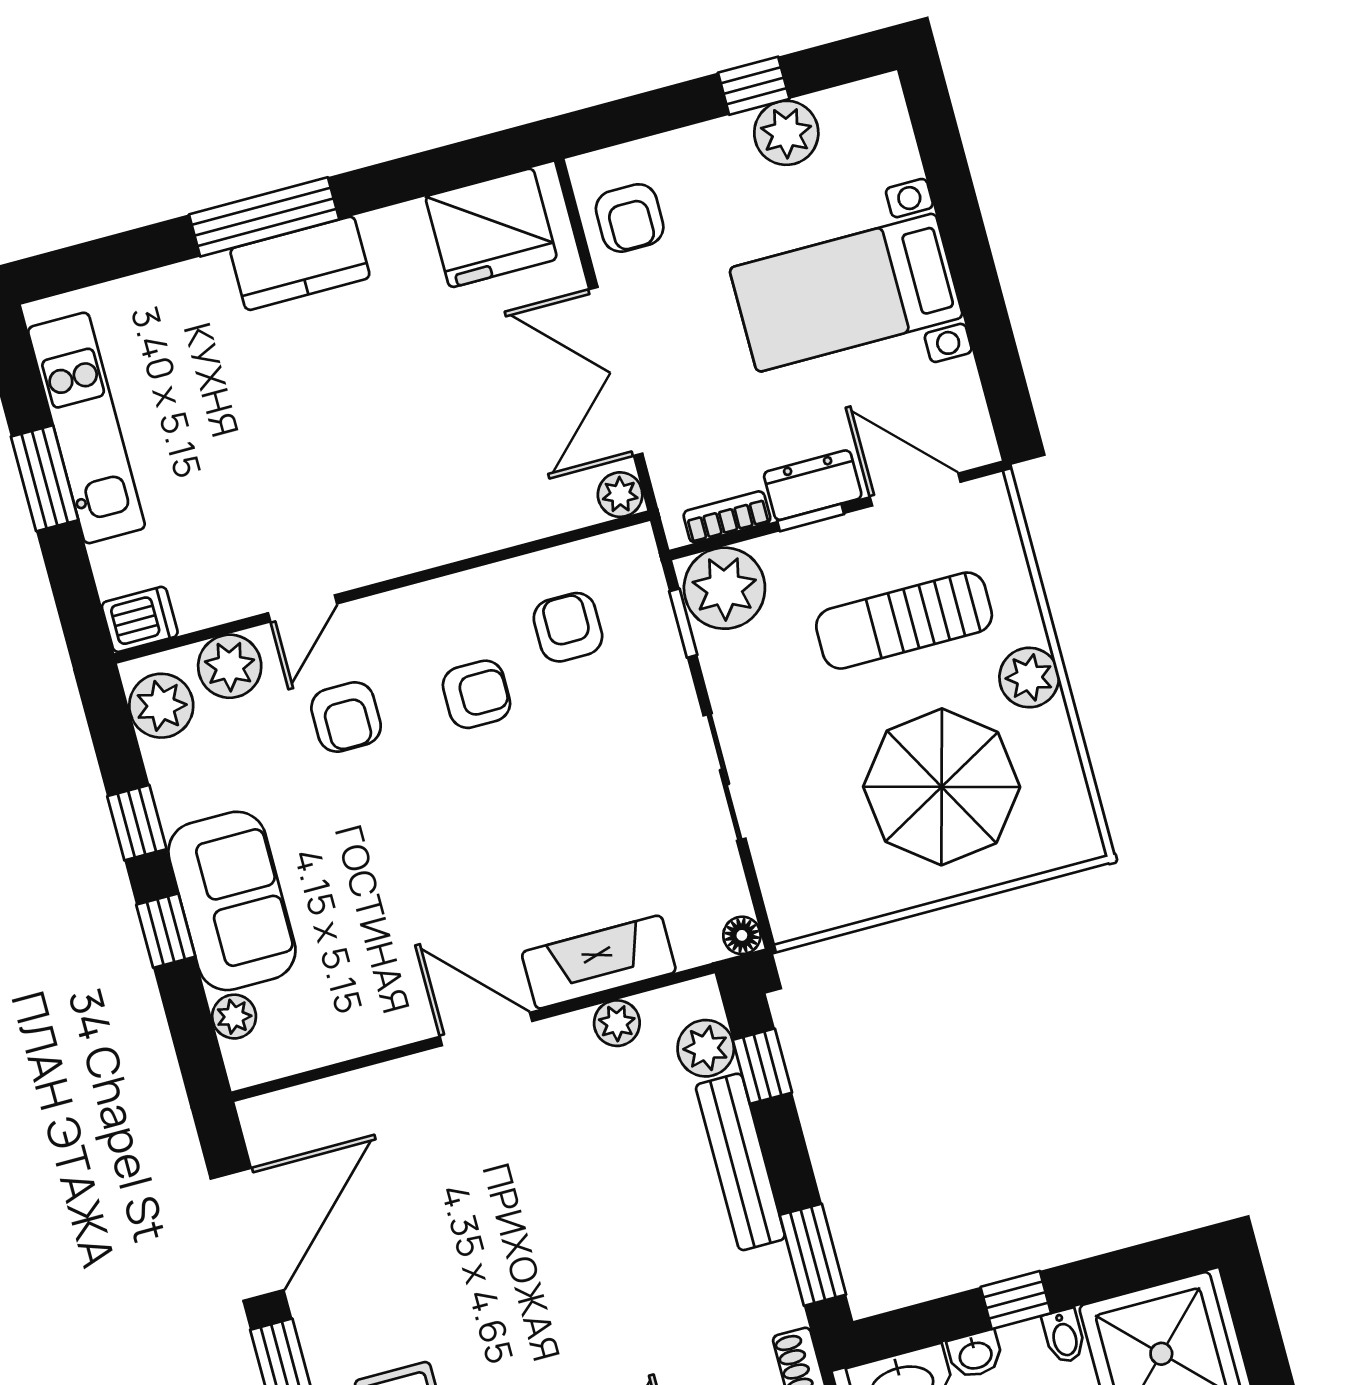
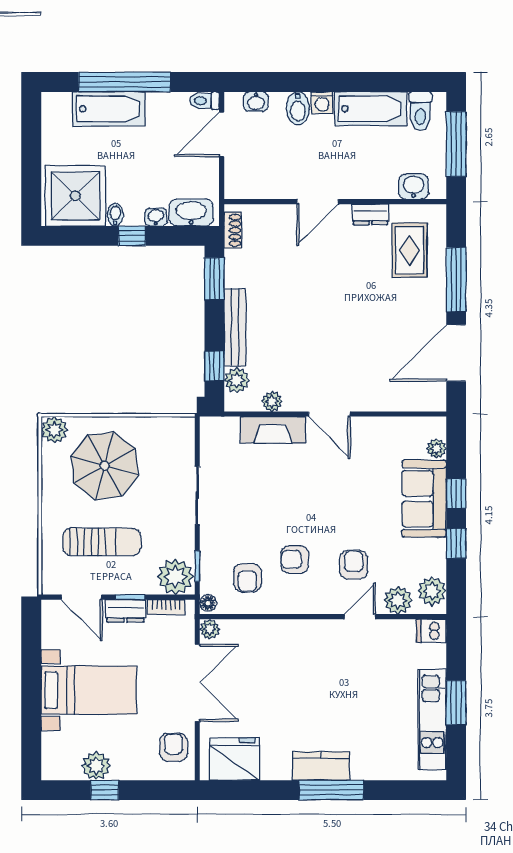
plant: (1029, 678) -> (54, 430), moved
floor lamp: (742, 935) -> (208, 603), moved

